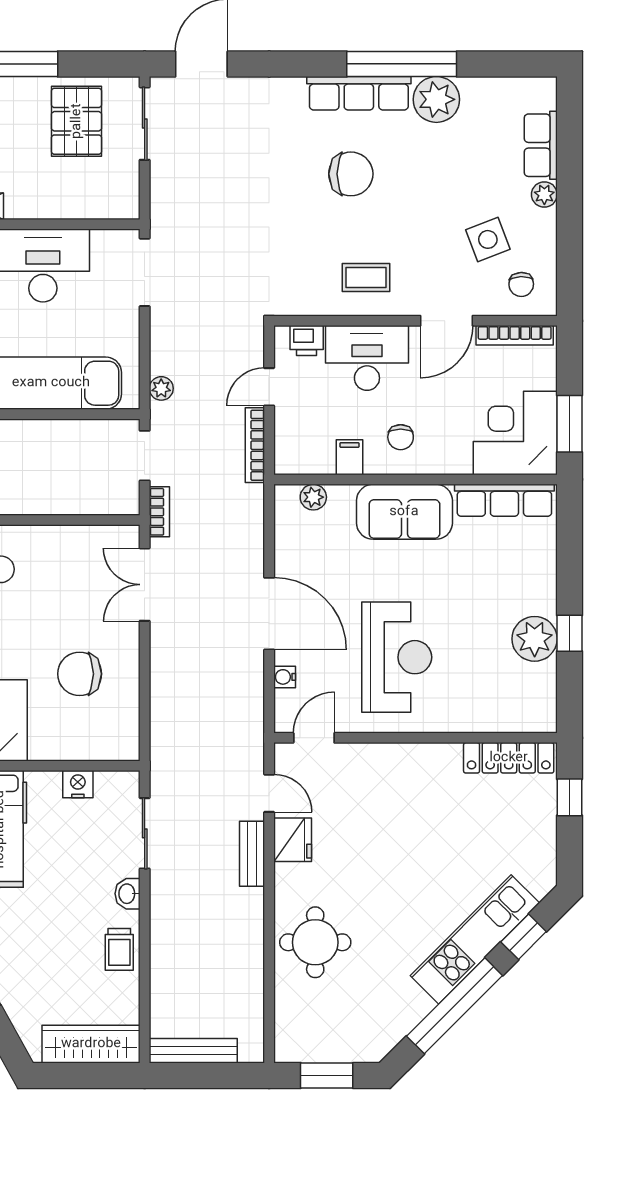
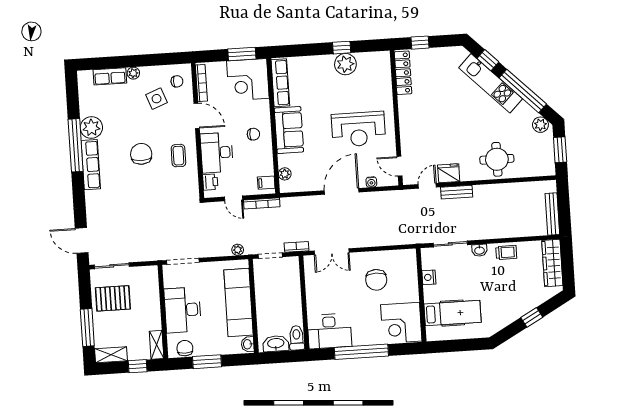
chair: (351, 174) -> (141, 154), moved
filing cabinet: (349, 457) -> (266, 183), moved
reception desk: (397, 657) -> (358, 129), turned 180
plant: (382, 1038) -> (540, 125), added

